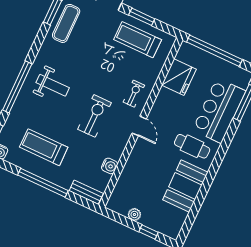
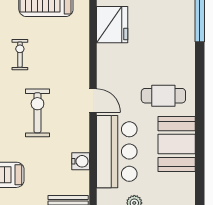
exercise bike: (134, 94) -> (20, 55), moved
bar counter: (219, 111) -> (117, 152), moved, turned 180

